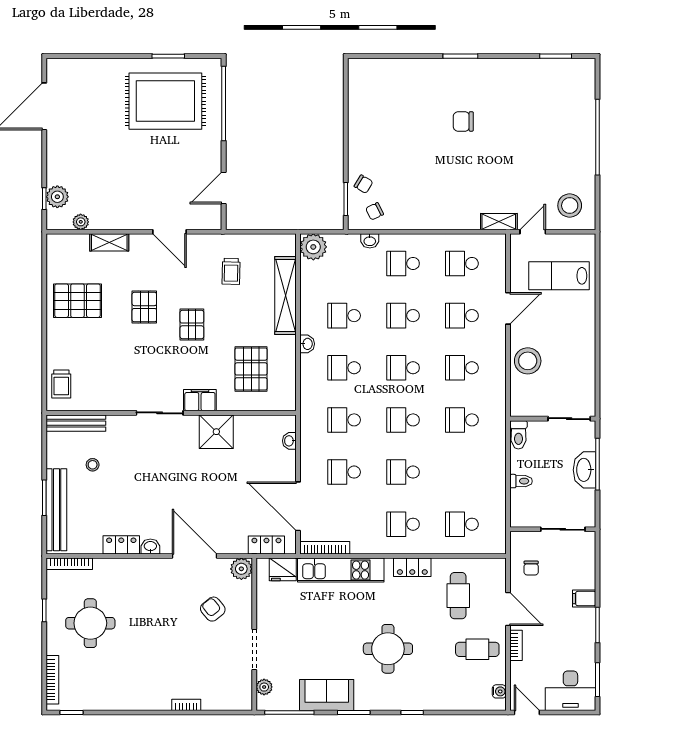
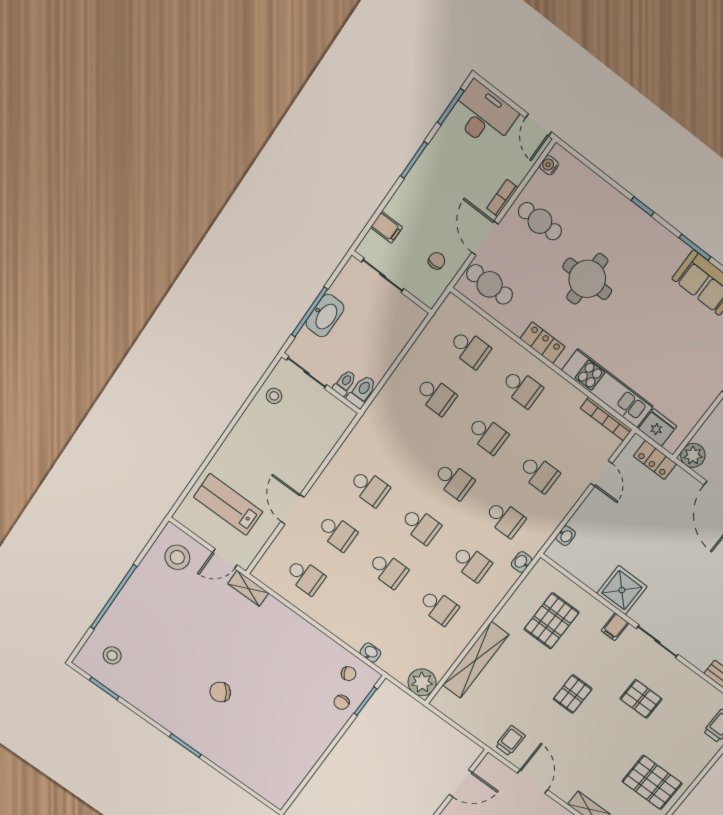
stool: (567, 88) -> (112, 655), added
chair: (463, 121) -> (220, 692), turned 146
chair: (364, 184) -> (342, 702), turned -121
school desk: (403, 263) -> (356, 613), removed
trolley: (231, 271) -> (510, 741), moved
lab bench: (559, 276) -> (228, 504), turned 180
pallet: (144, 307) -> (641, 699), moved, turned 90
door: (508, 308) -> (292, 509), hinge flipped
washbasin: (307, 344) -> (522, 562), moved
stool: (528, 361) -> (274, 396), moved, width x0.53, depth x0.53
filing cabinet: (200, 400) -> (615, 627), width x0.50
school desk: (462, 420) -> (436, 396), moved
toilet: (521, 481) -> (345, 383), moved, turned 90
door: (298, 506) -> (601, 473), width x0.53
cafe table: (458, 596) -> (490, 284), moved, turned 90
filing cabinet: (584, 599) -> (386, 227), moved
round table: (388, 649) -> (587, 279), moved

